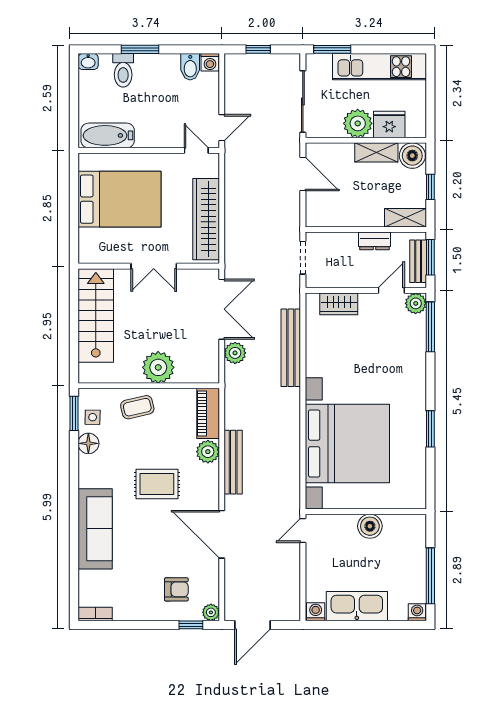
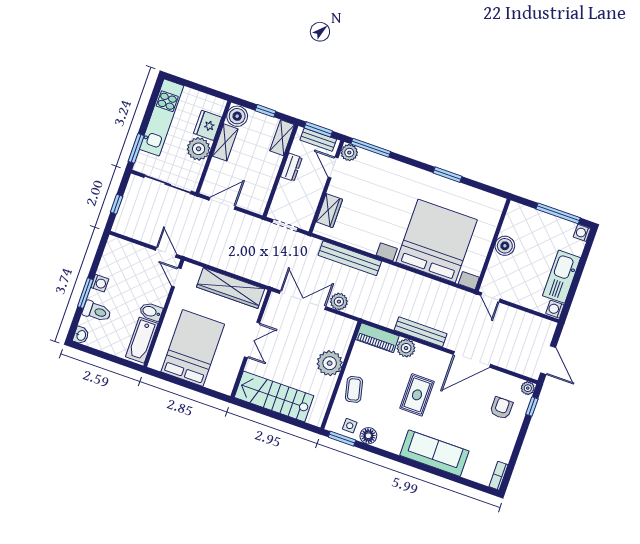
washing machine: (210, 62) -> (100, 283), moved
bidet: (190, 67) -> (151, 312), moved, turned 180
door: (196, 150) -> (176, 277), hinge flipped

